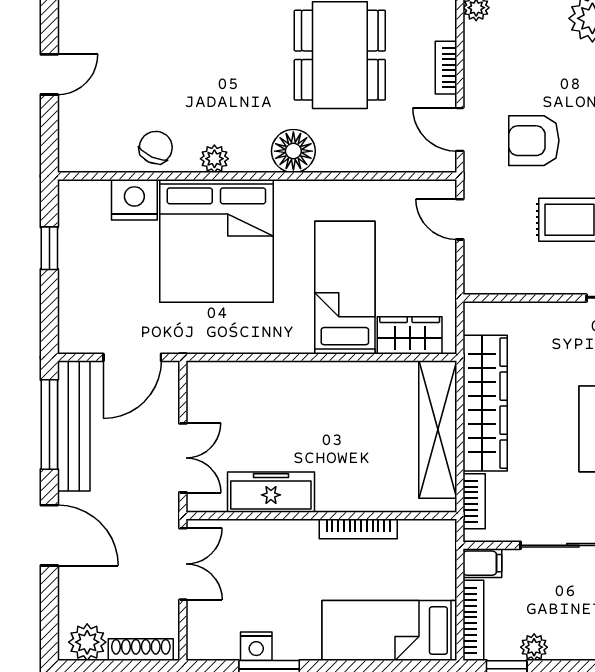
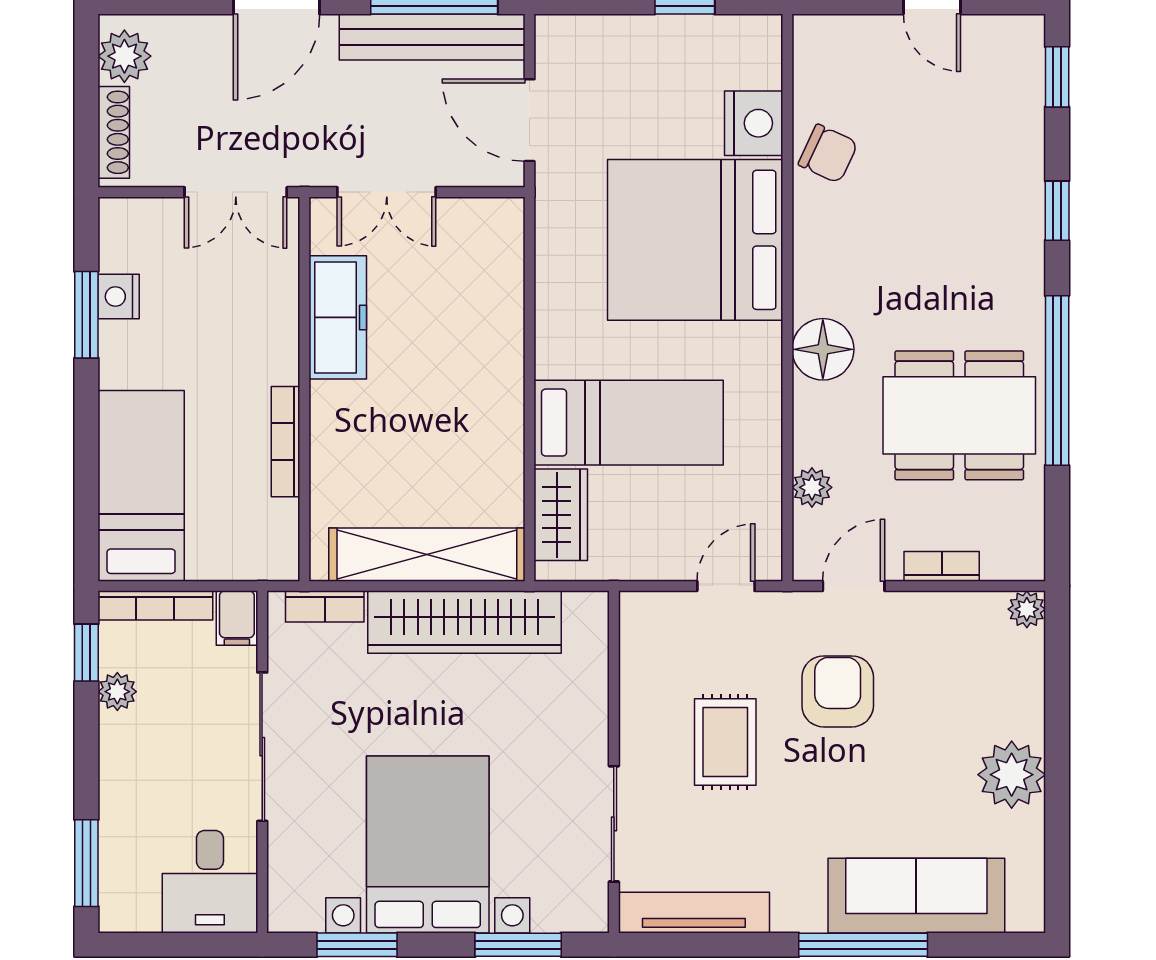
plant: (214, 159) -> (812, 487), moved

